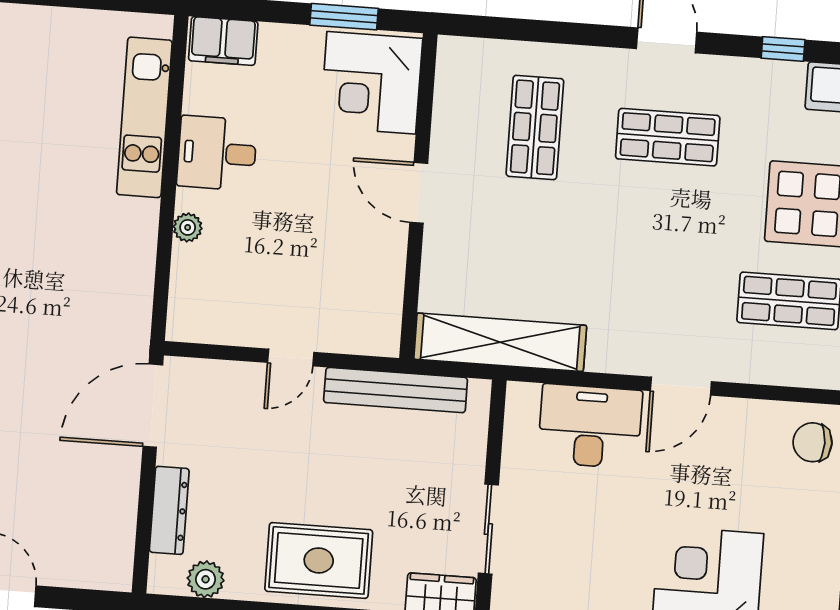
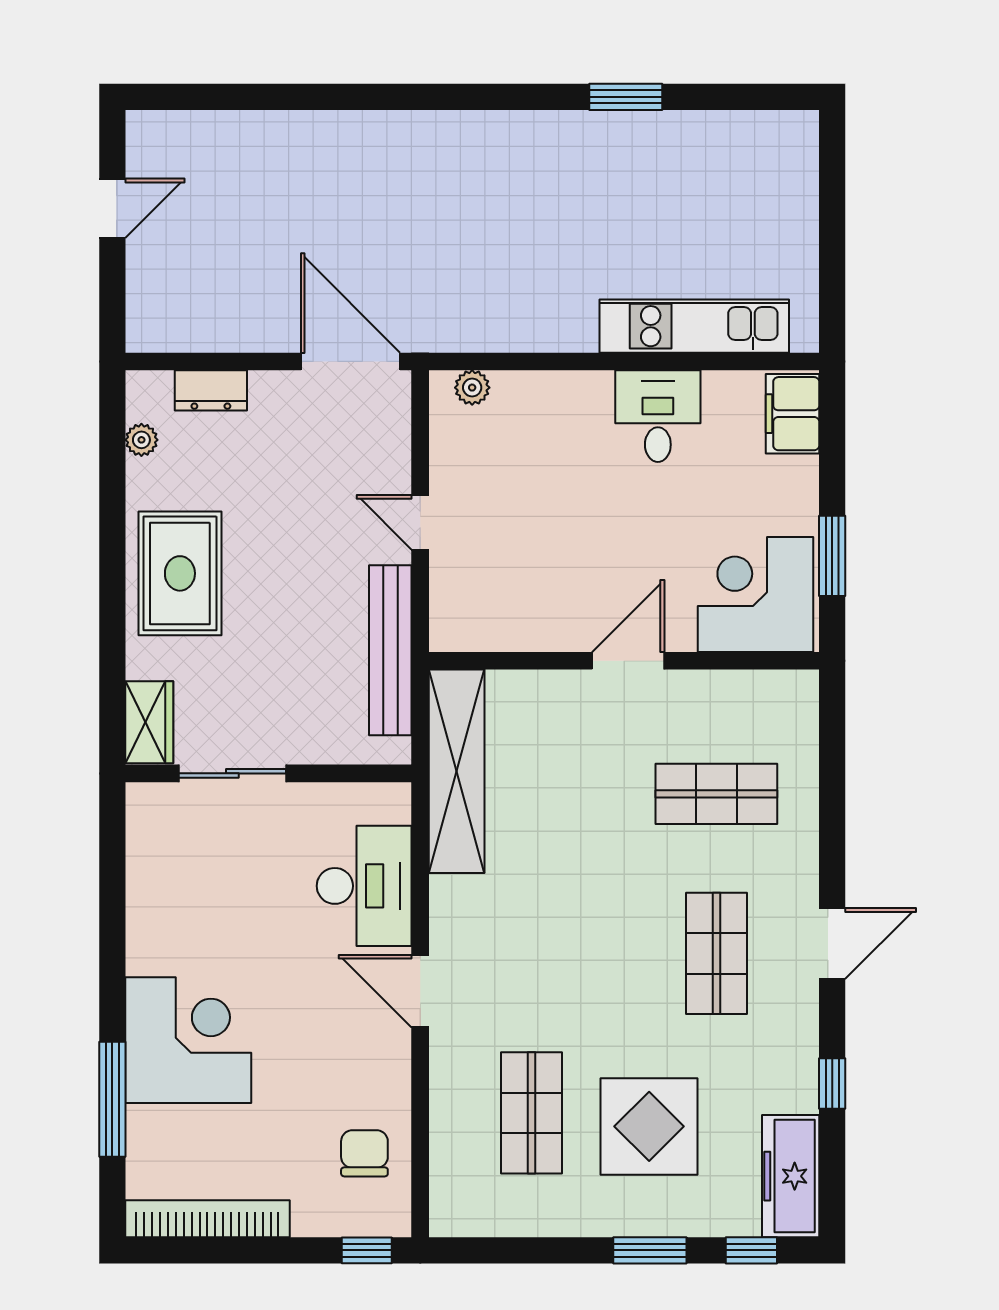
plant: (188, 227) -> (472, 388), moved
dresser: (169, 510) -> (211, 390), width x0.70
plant: (206, 579) -> (141, 440), width x0.73, depth x0.73

